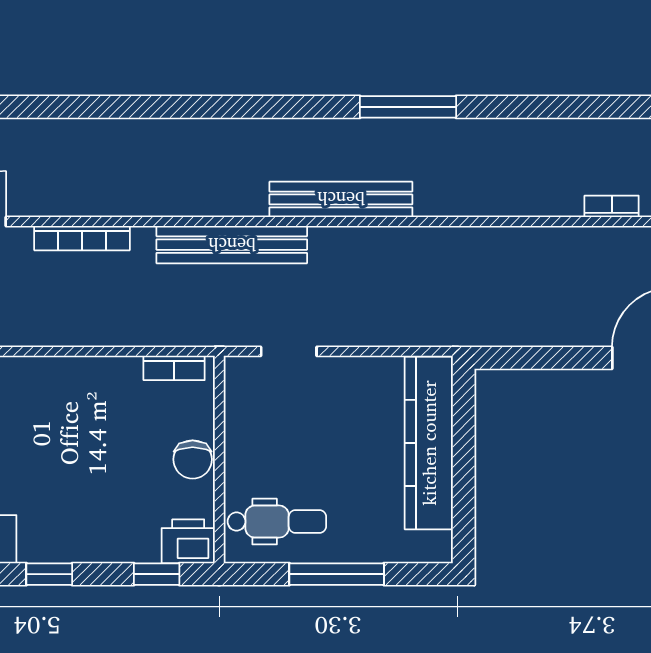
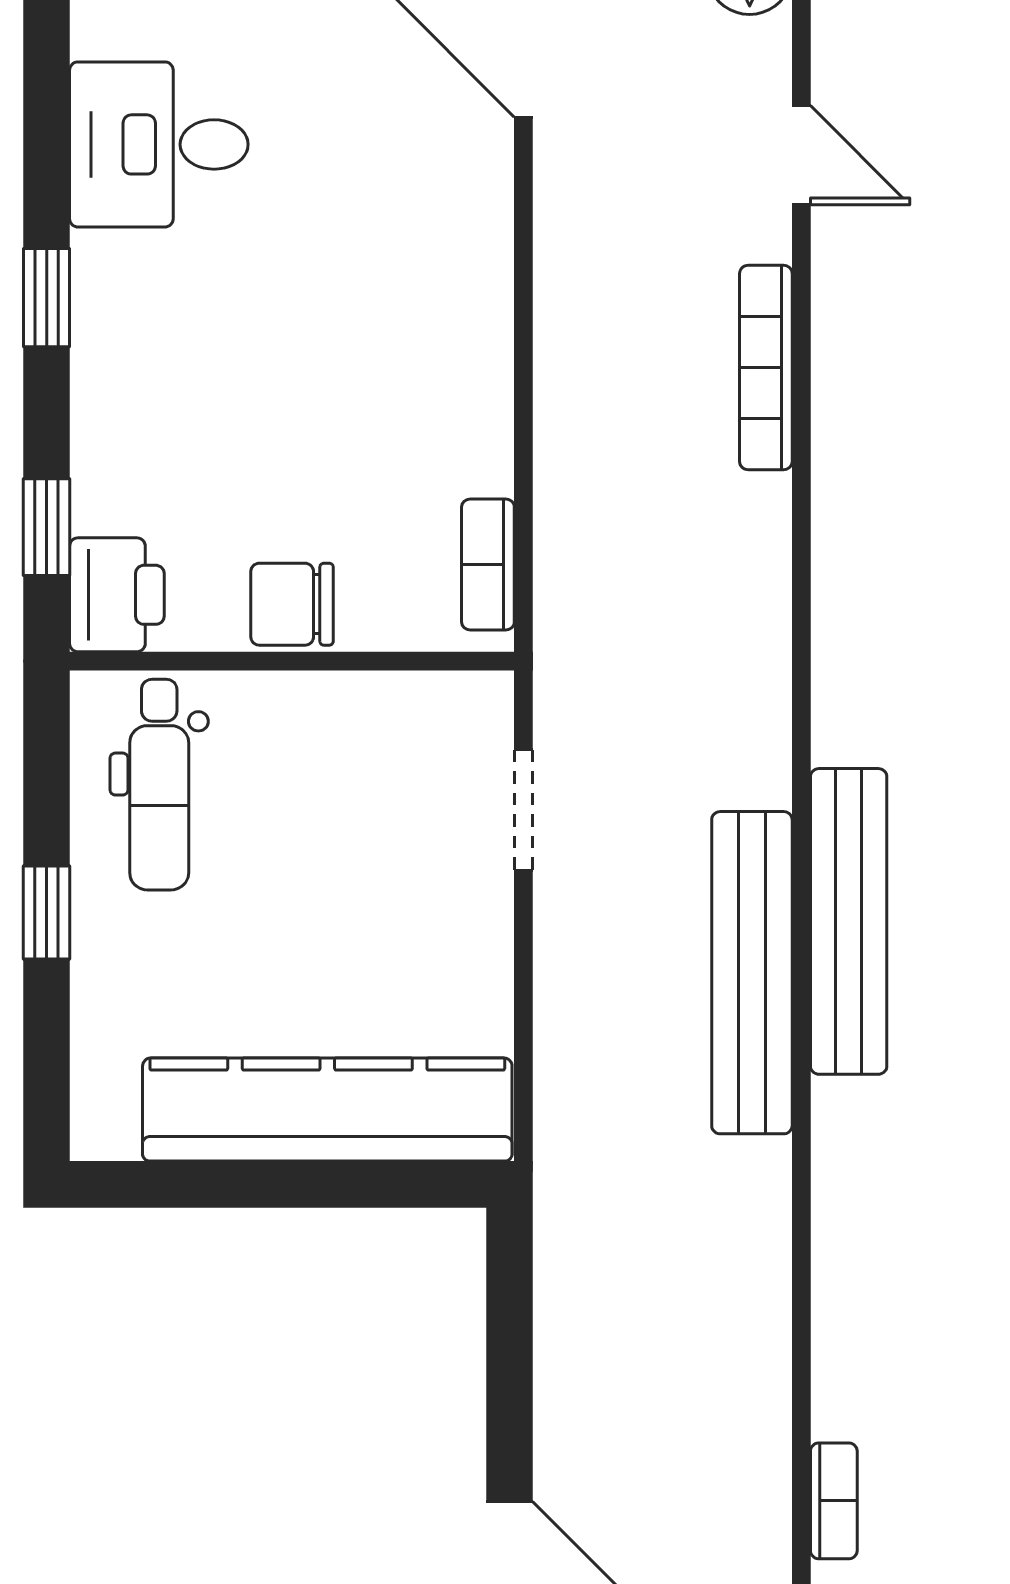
bench: (232, 245) -> (752, 973), moved
window: (337, 574) -> (47, 912), width x0.46

